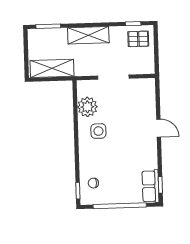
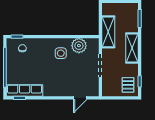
shelving: (52, 68) -> (108, 32), moved
door: (159, 128) -> (80, 98), moved
row of seats: (151, 186) -> (25, 90), width x1.48

